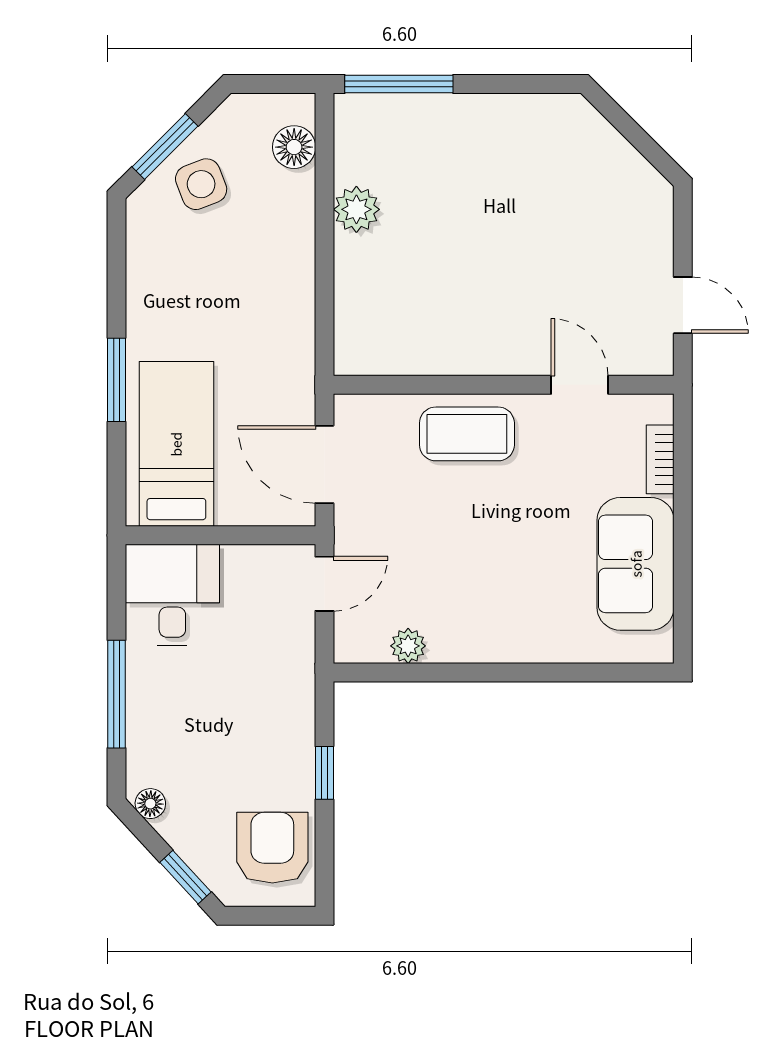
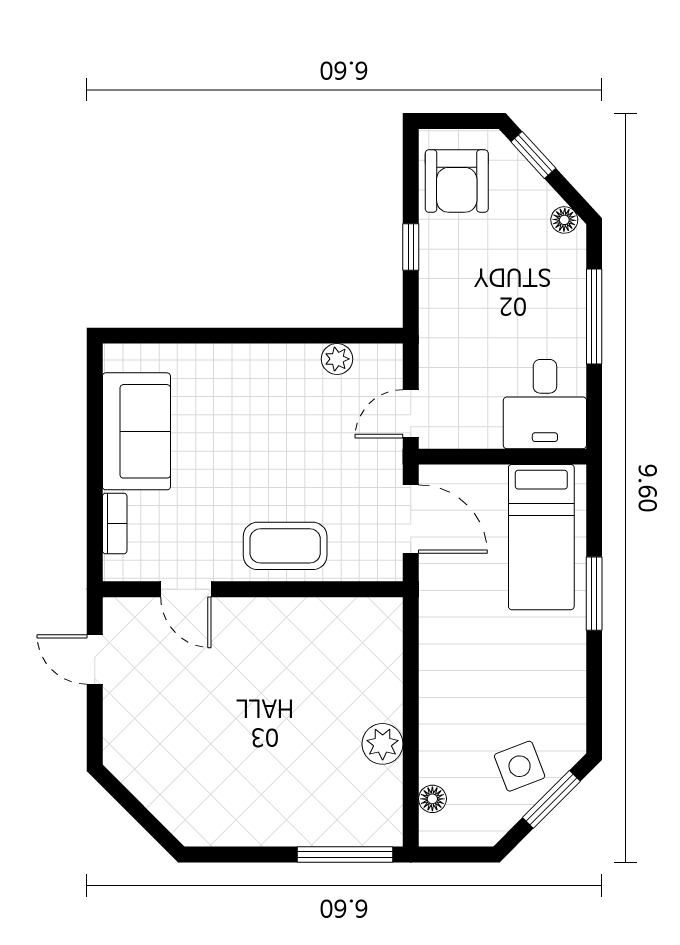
floor lamp: (294, 147) -> (432, 799), width x0.73, depth x0.73

